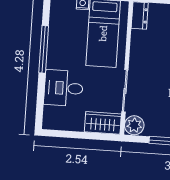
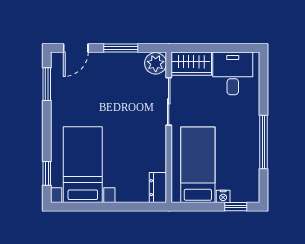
desk: (64, 88) -> (233, 73), moved, turned -90

